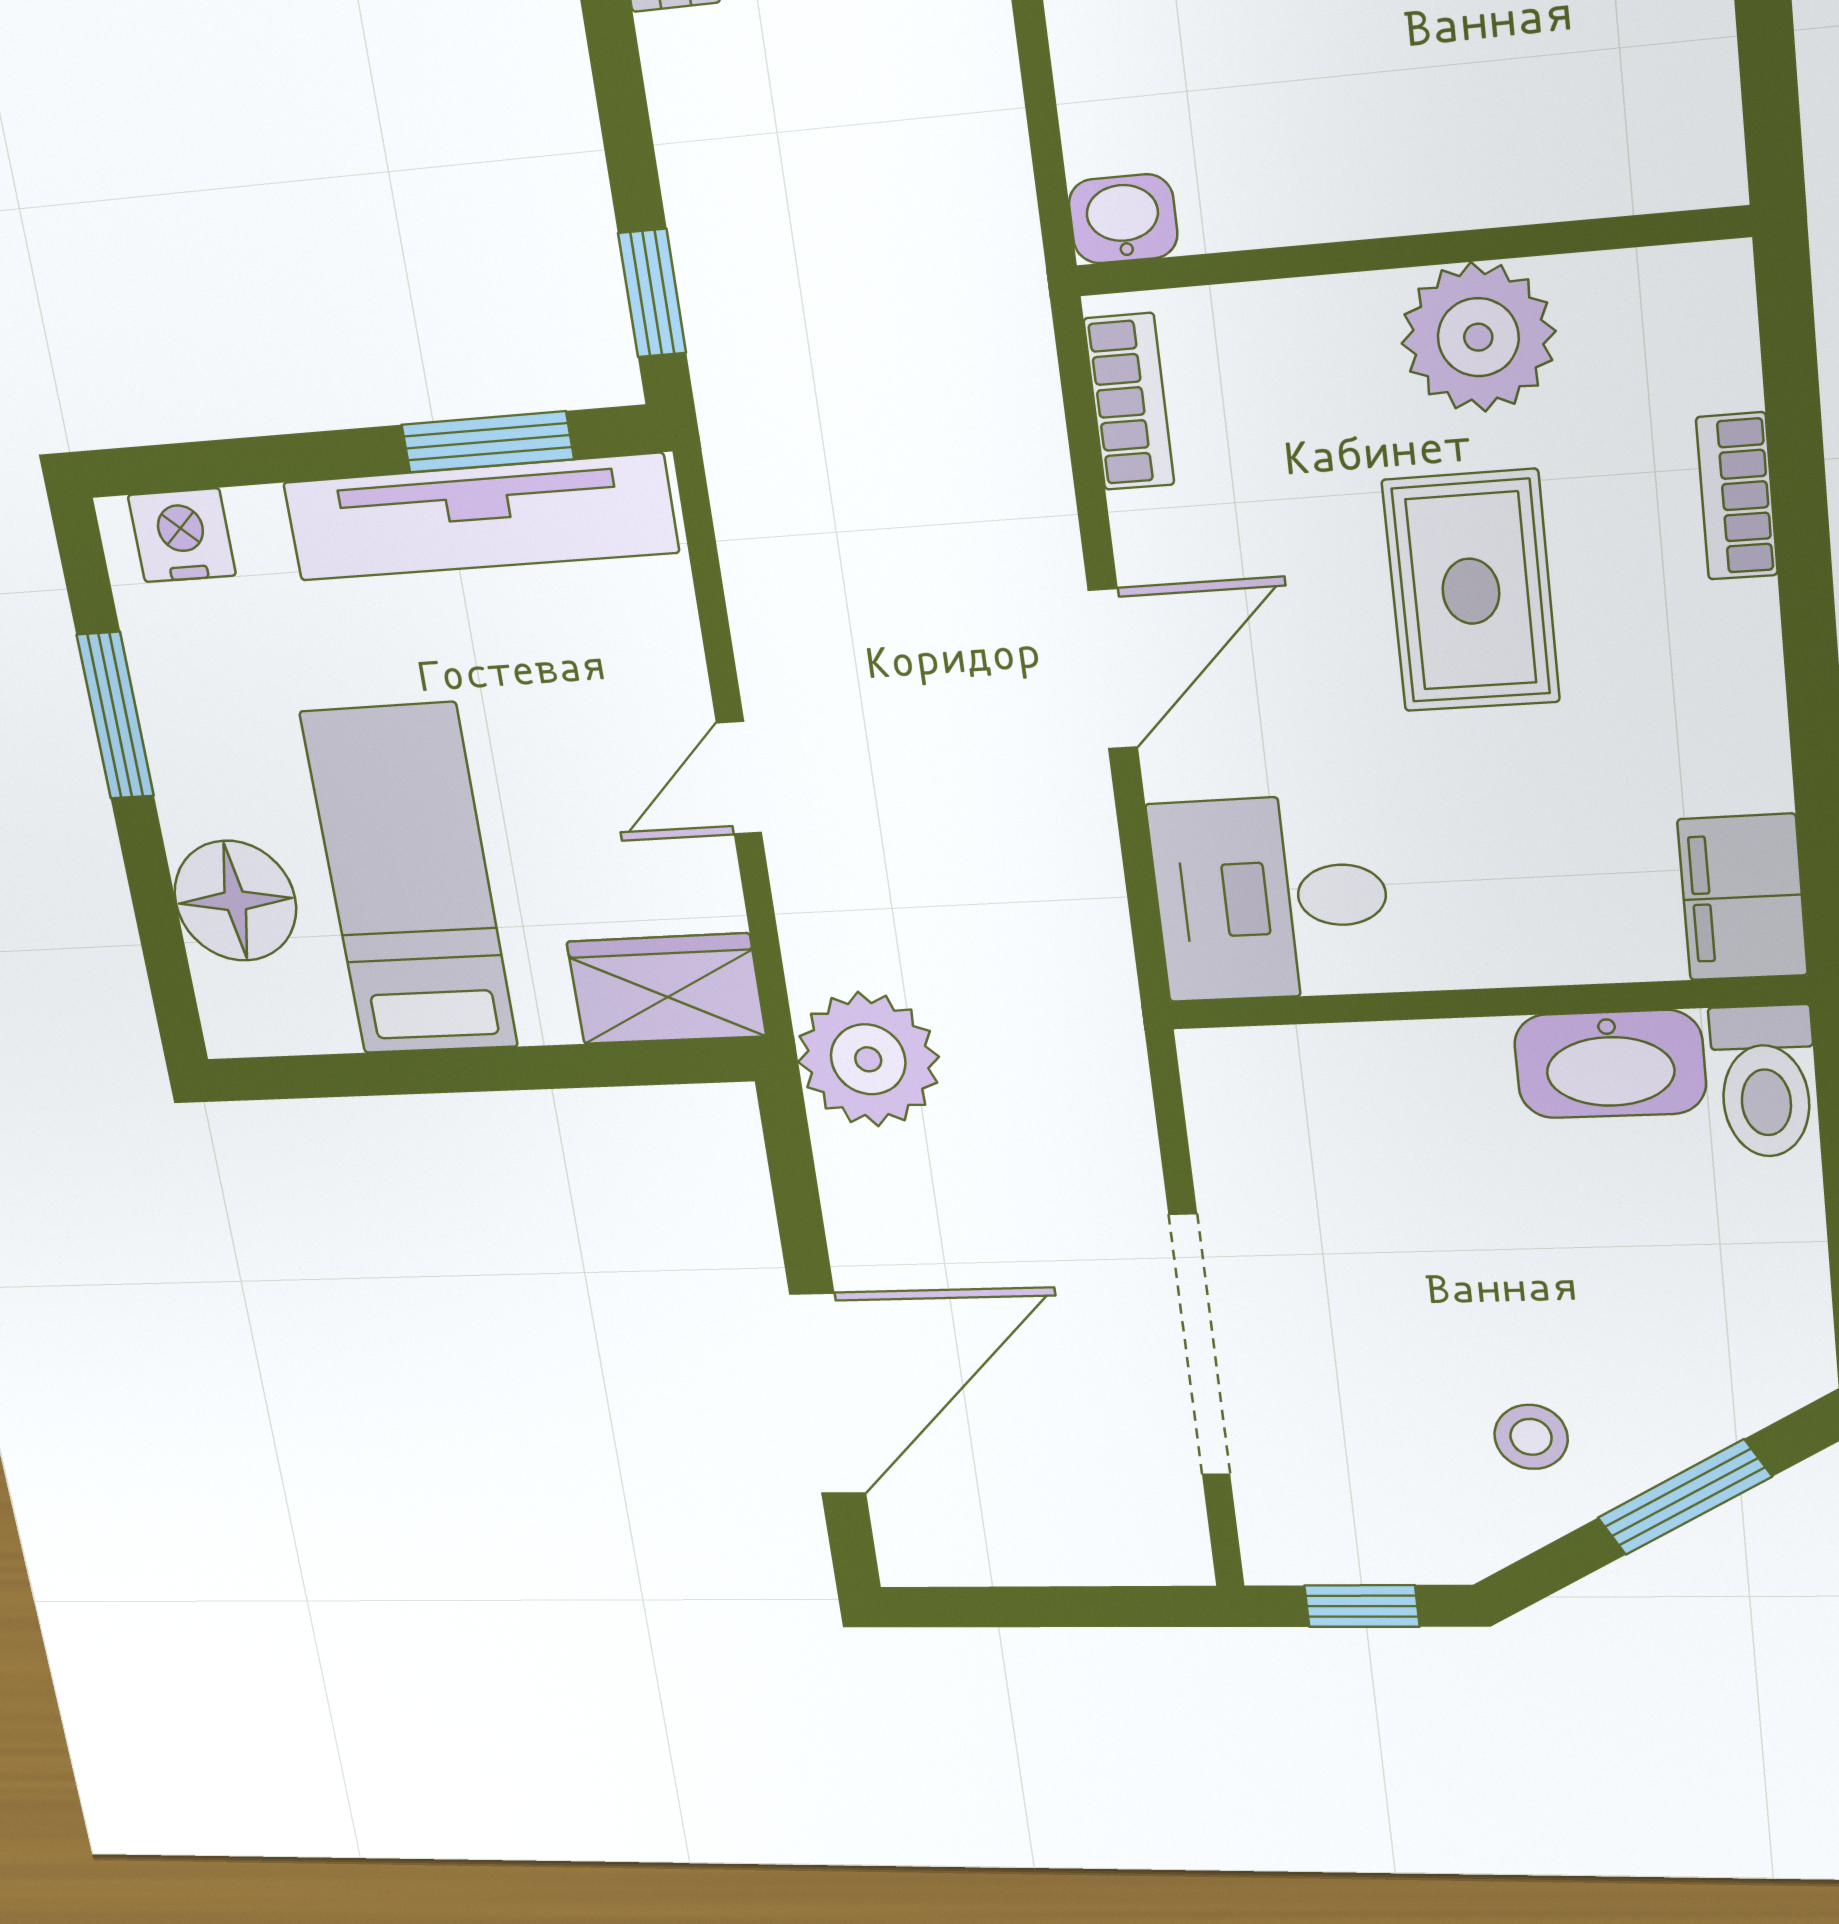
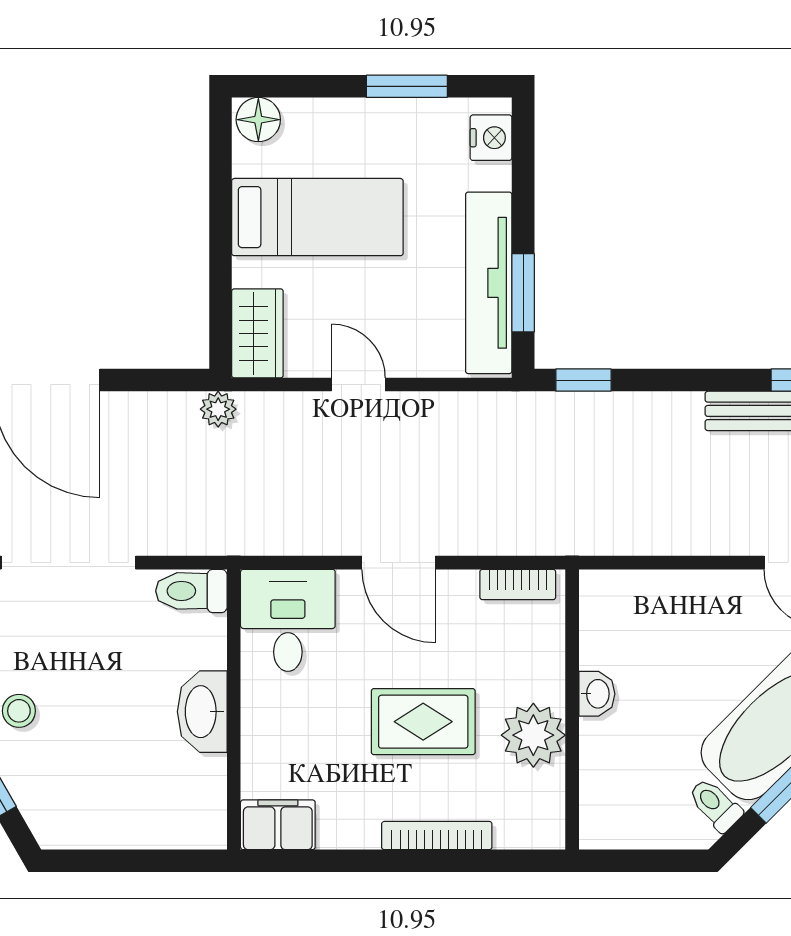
washbasin: (1123, 219) -> (597, 694), moved
bookcase: (1737, 496) -> (437, 836), width x1.56
floor lamp: (235, 901) -> (258, 120), moved, width x0.73, depth x0.73
plant: (868, 1059) -> (218, 409), width x0.53, depth x0.53
washbasin: (1610, 1064) -> (202, 712), moved
toilet: (1765, 1081) -> (191, 591), moved

